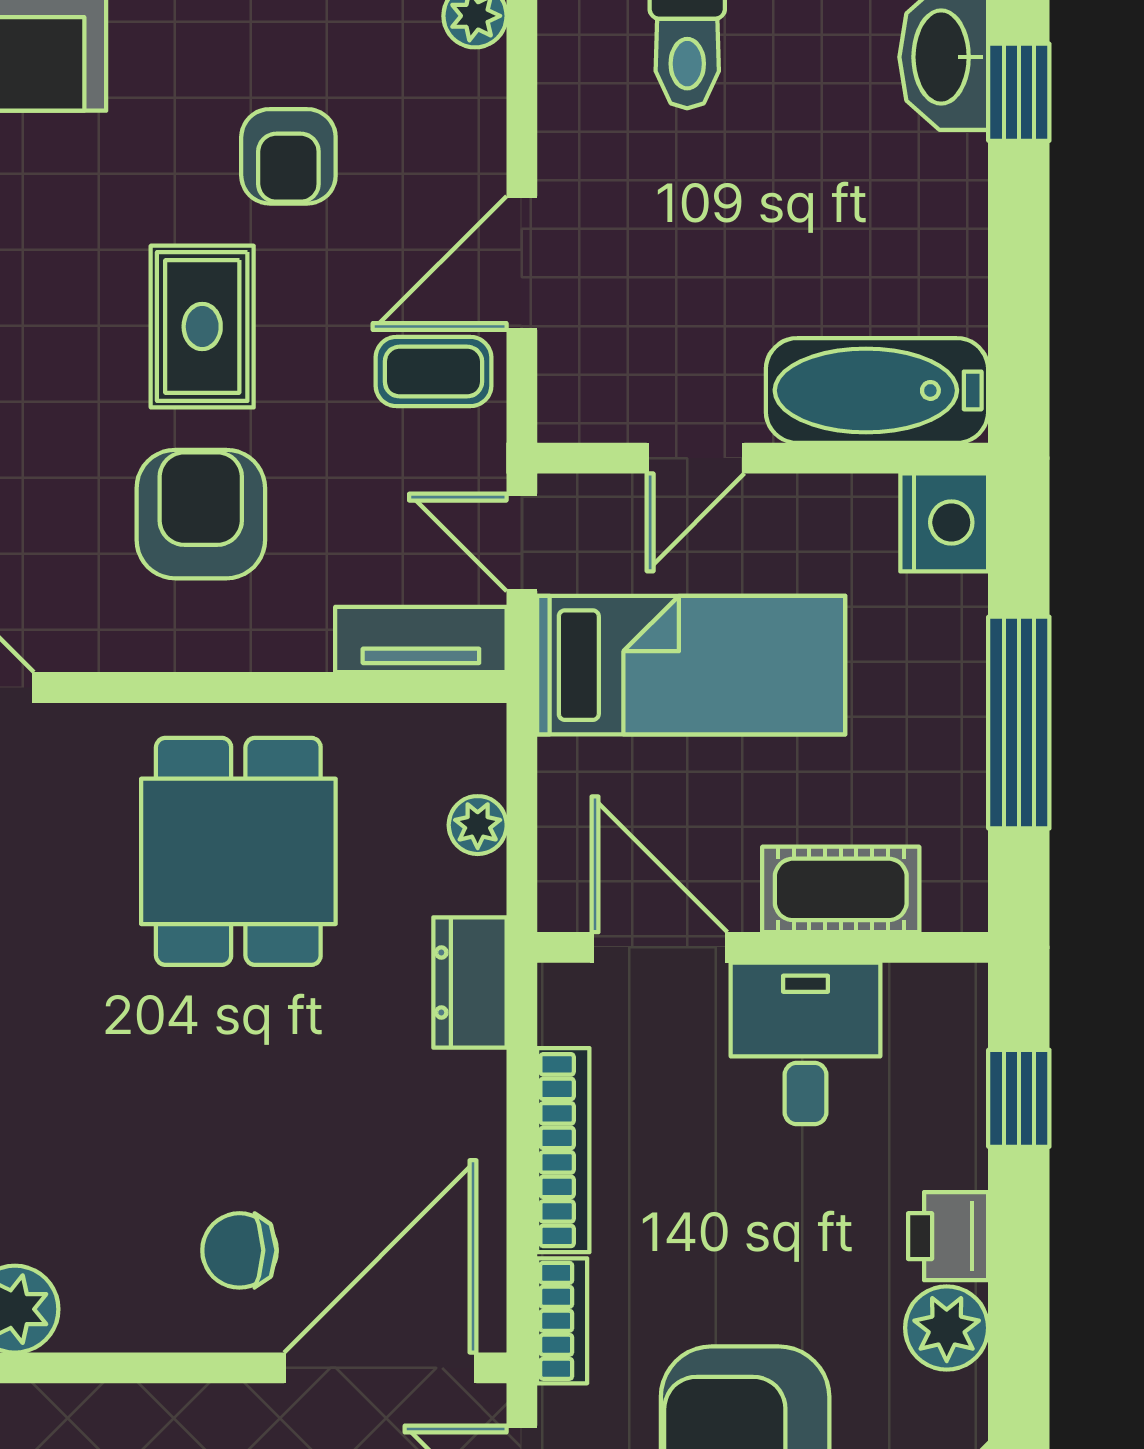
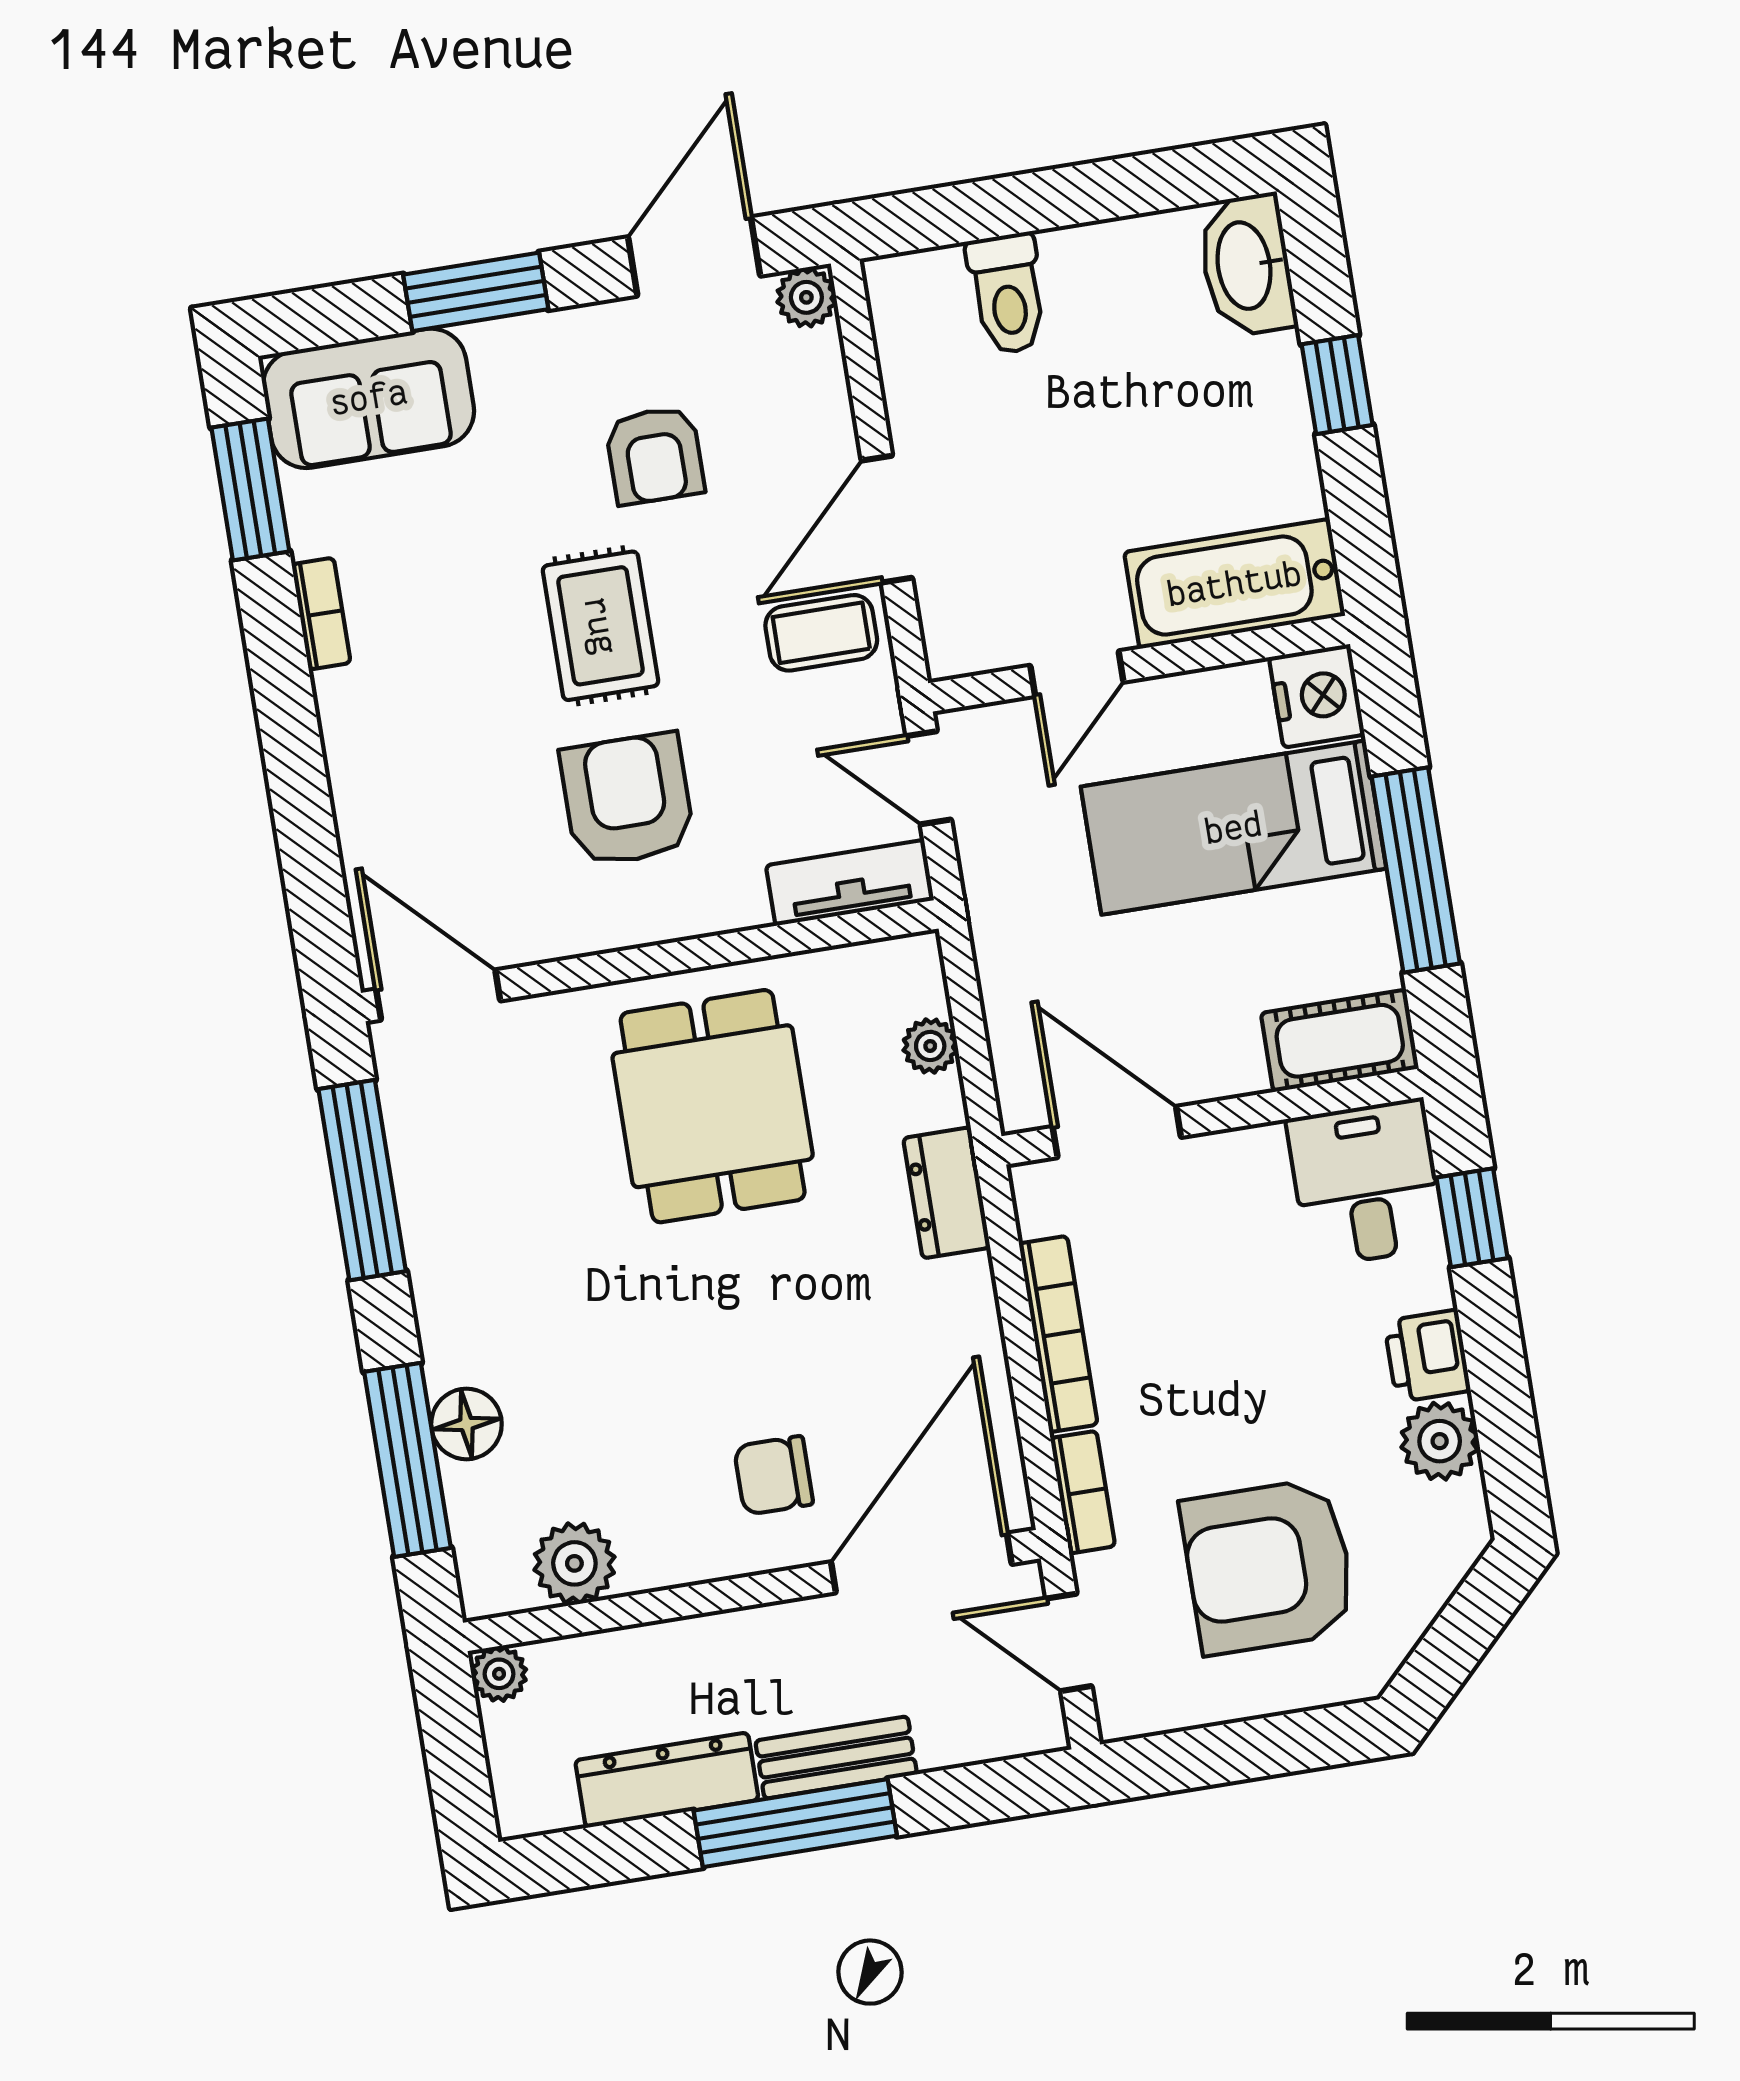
window: (1019, 92) -> (1337, 385), moved
bed: (691, 665) -> (1234, 828), moved, turned 180
cot: (841, 889) -> (1340, 1041), moved
desk: (806, 1043) -> (1366, 1183), moved

